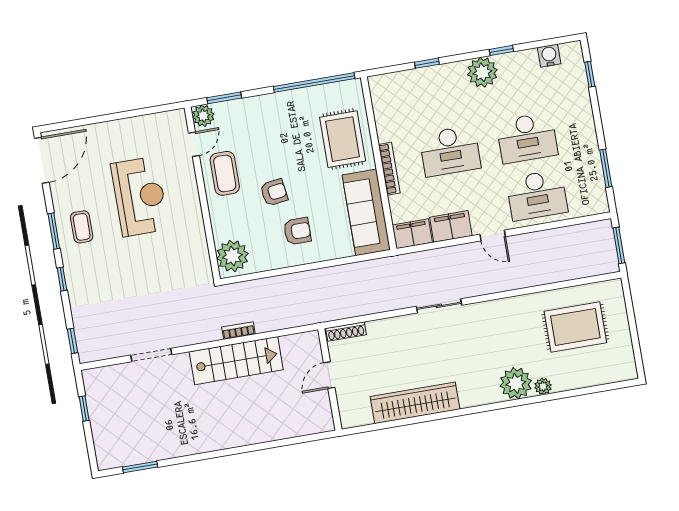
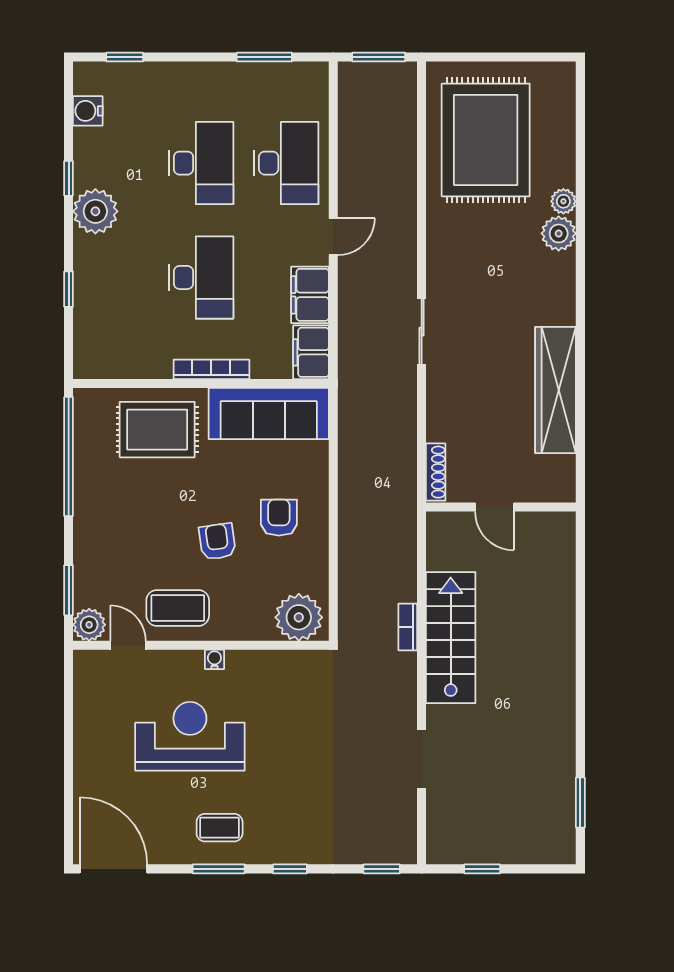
water cooler: (194, 204) -> (214, 659), added
rug: (575, 327) -> (486, 140), width x1.37, depth x1.44
plant: (516, 383) -> (559, 233), width x0.73, depth x0.73

